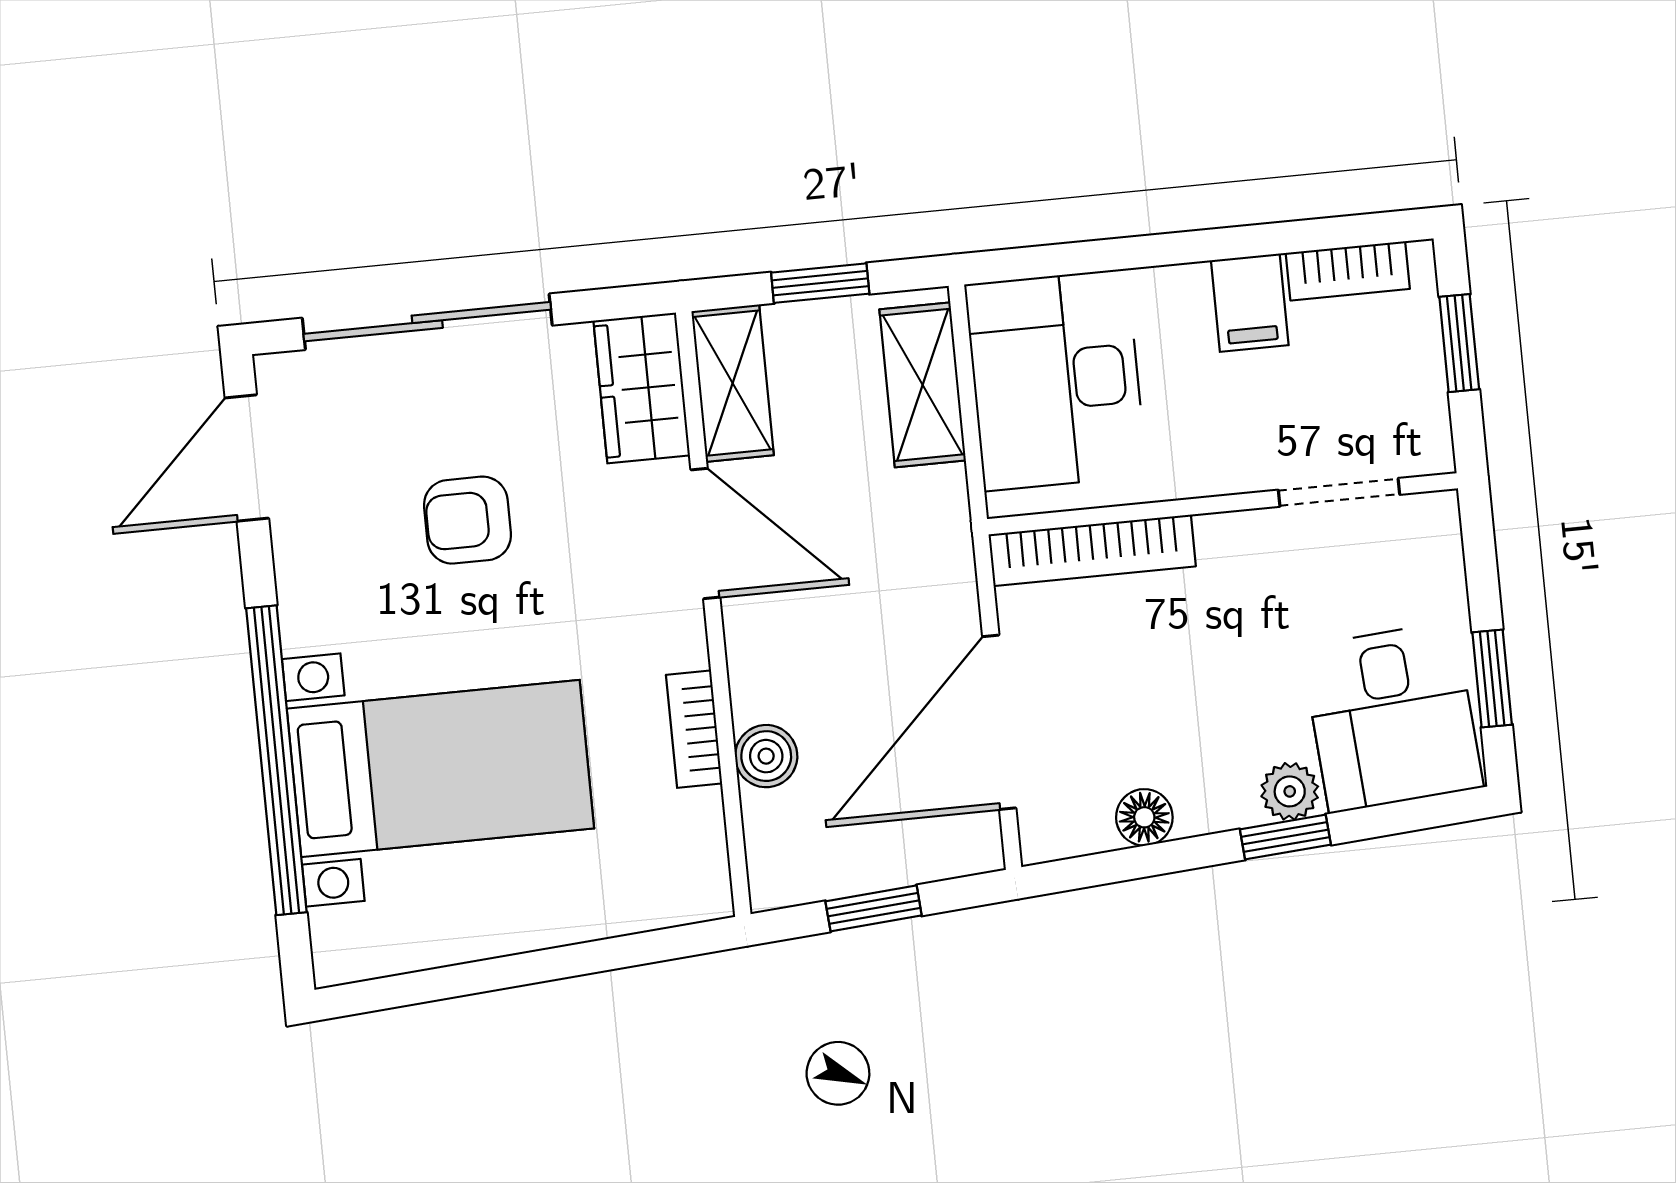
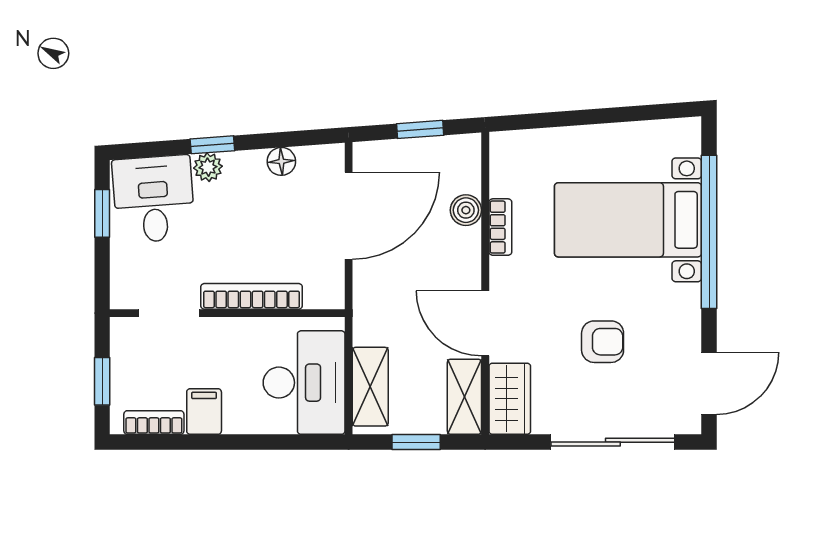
bookcase: (1092, 550) -> (252, 296), moved

